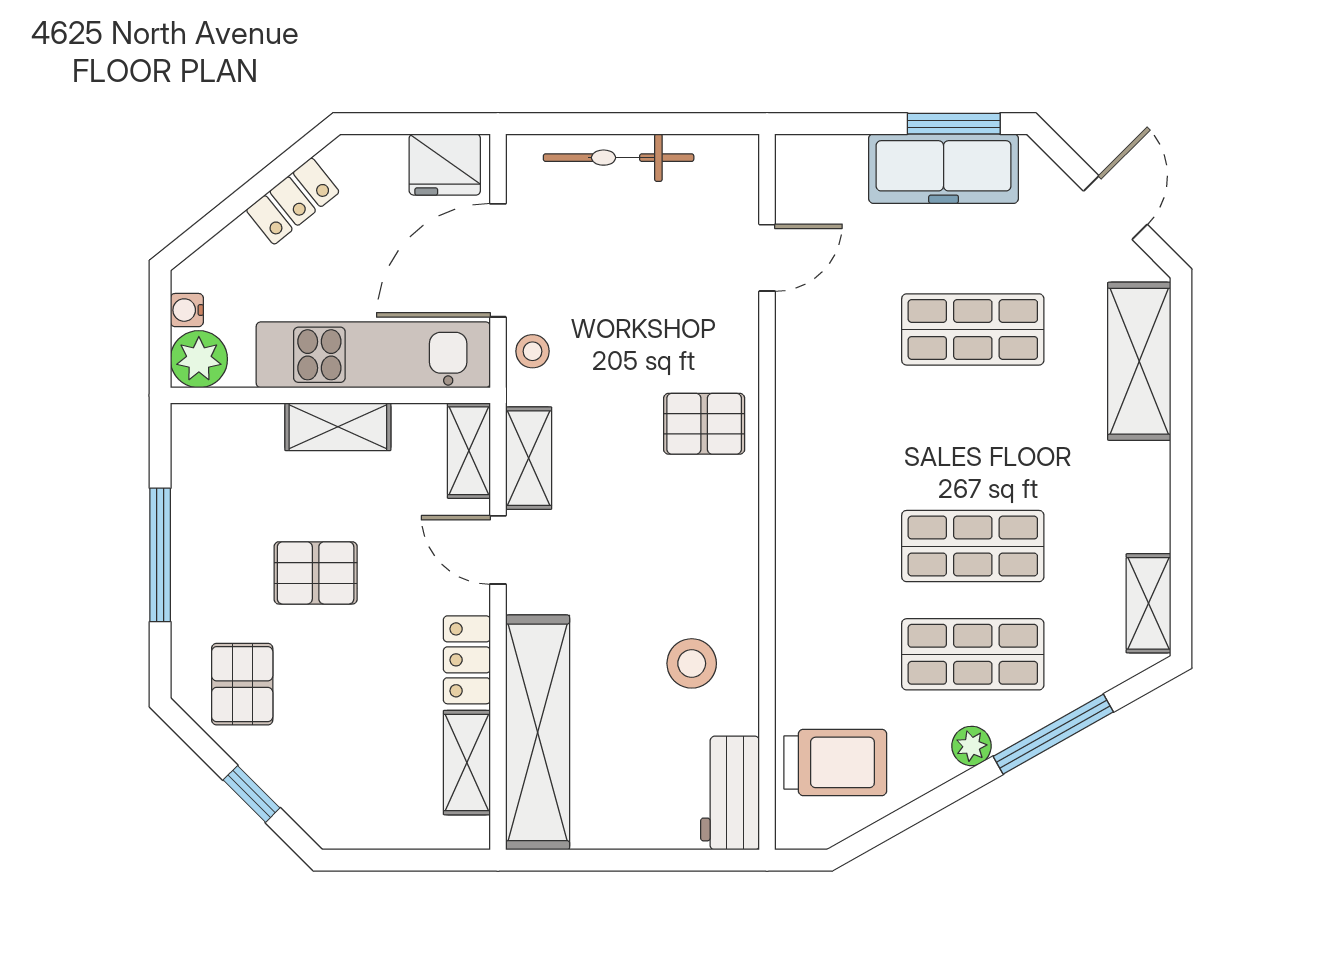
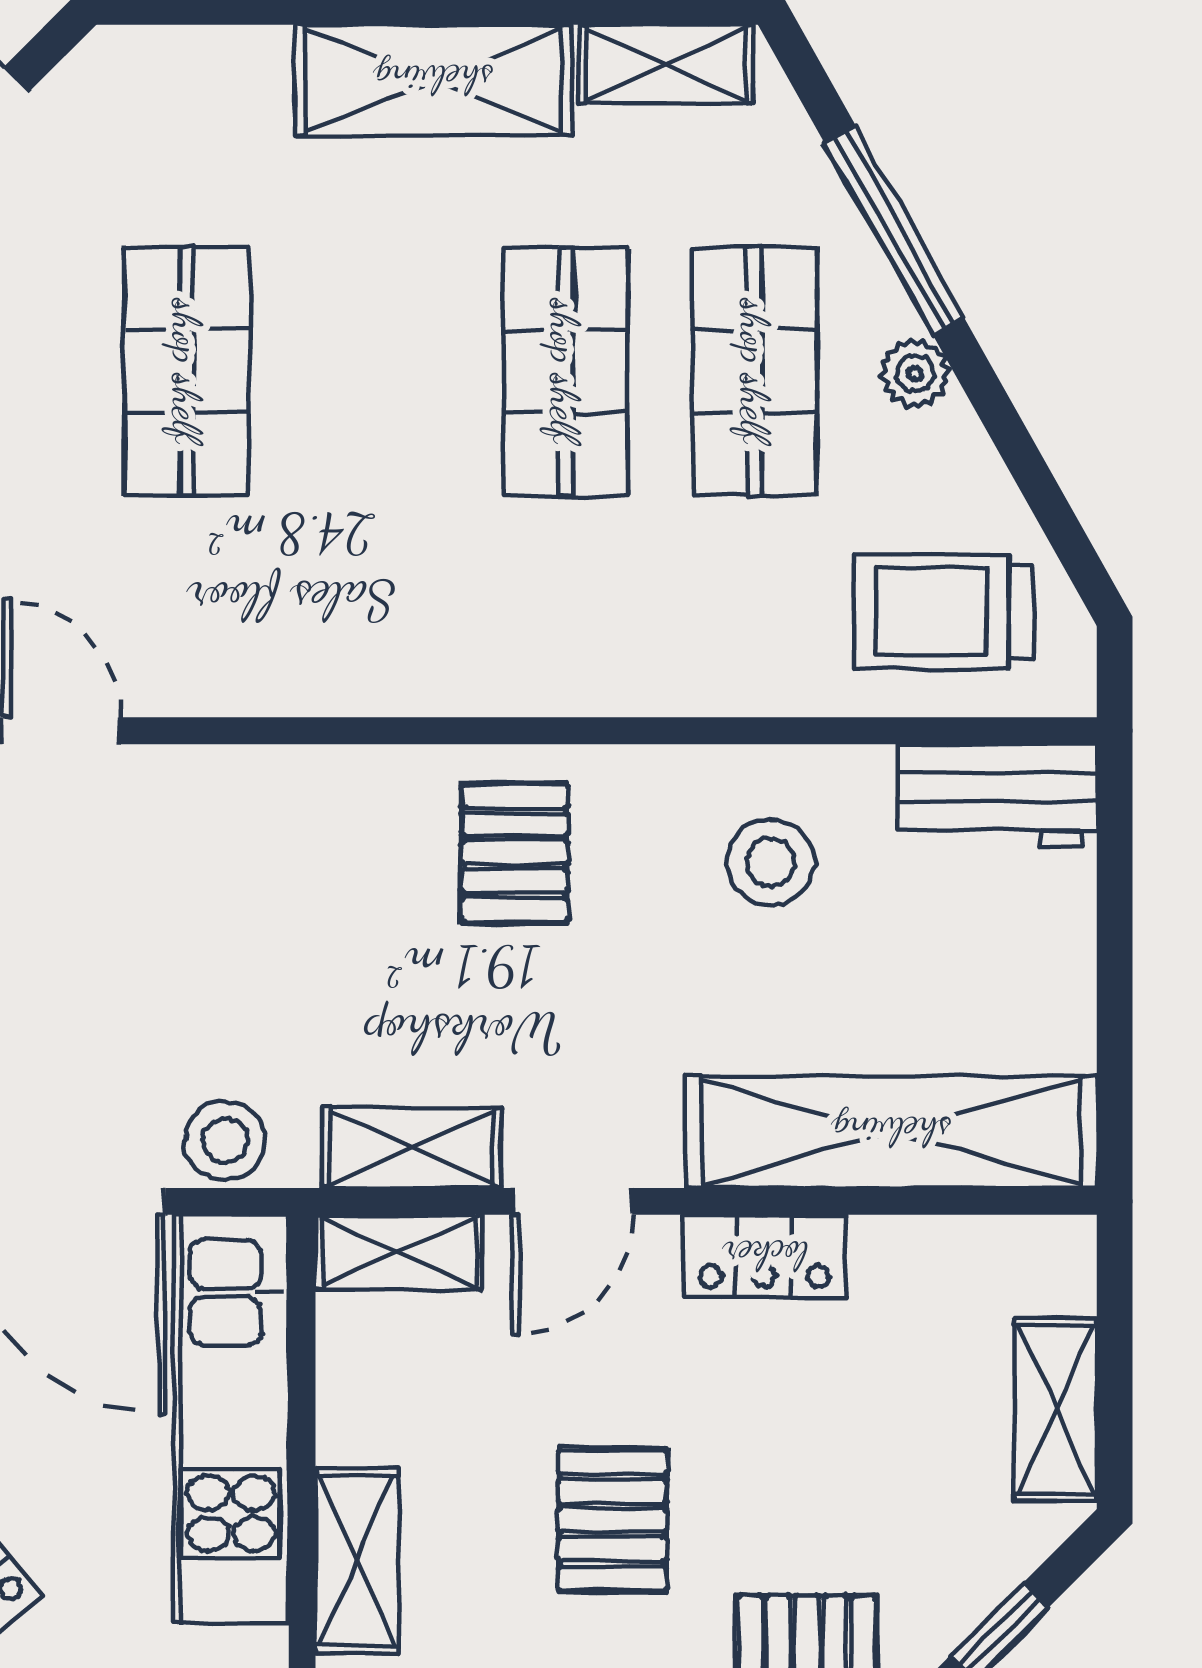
stool: (533, 351) -> (225, 1141), width x1.37, depth x1.37
shelving: (1139, 361) -> (433, 80), moved
pallet: (704, 424) -> (514, 853), moved
shelving: (338, 427) -> (357, 1560), moved
trolley: (835, 762) -> (944, 611), turned -90
shelving: (467, 763) -> (1056, 1410), moved, turned 90

